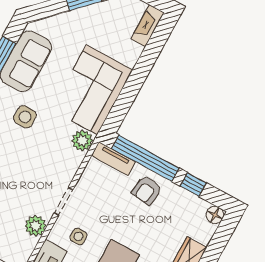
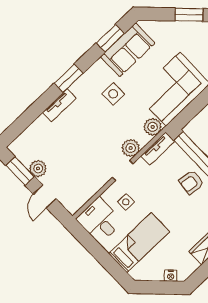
tv unit: (114, 159) -> (158, 149), moved, turned -90
plant: (36, 226) -> (131, 148), moved

